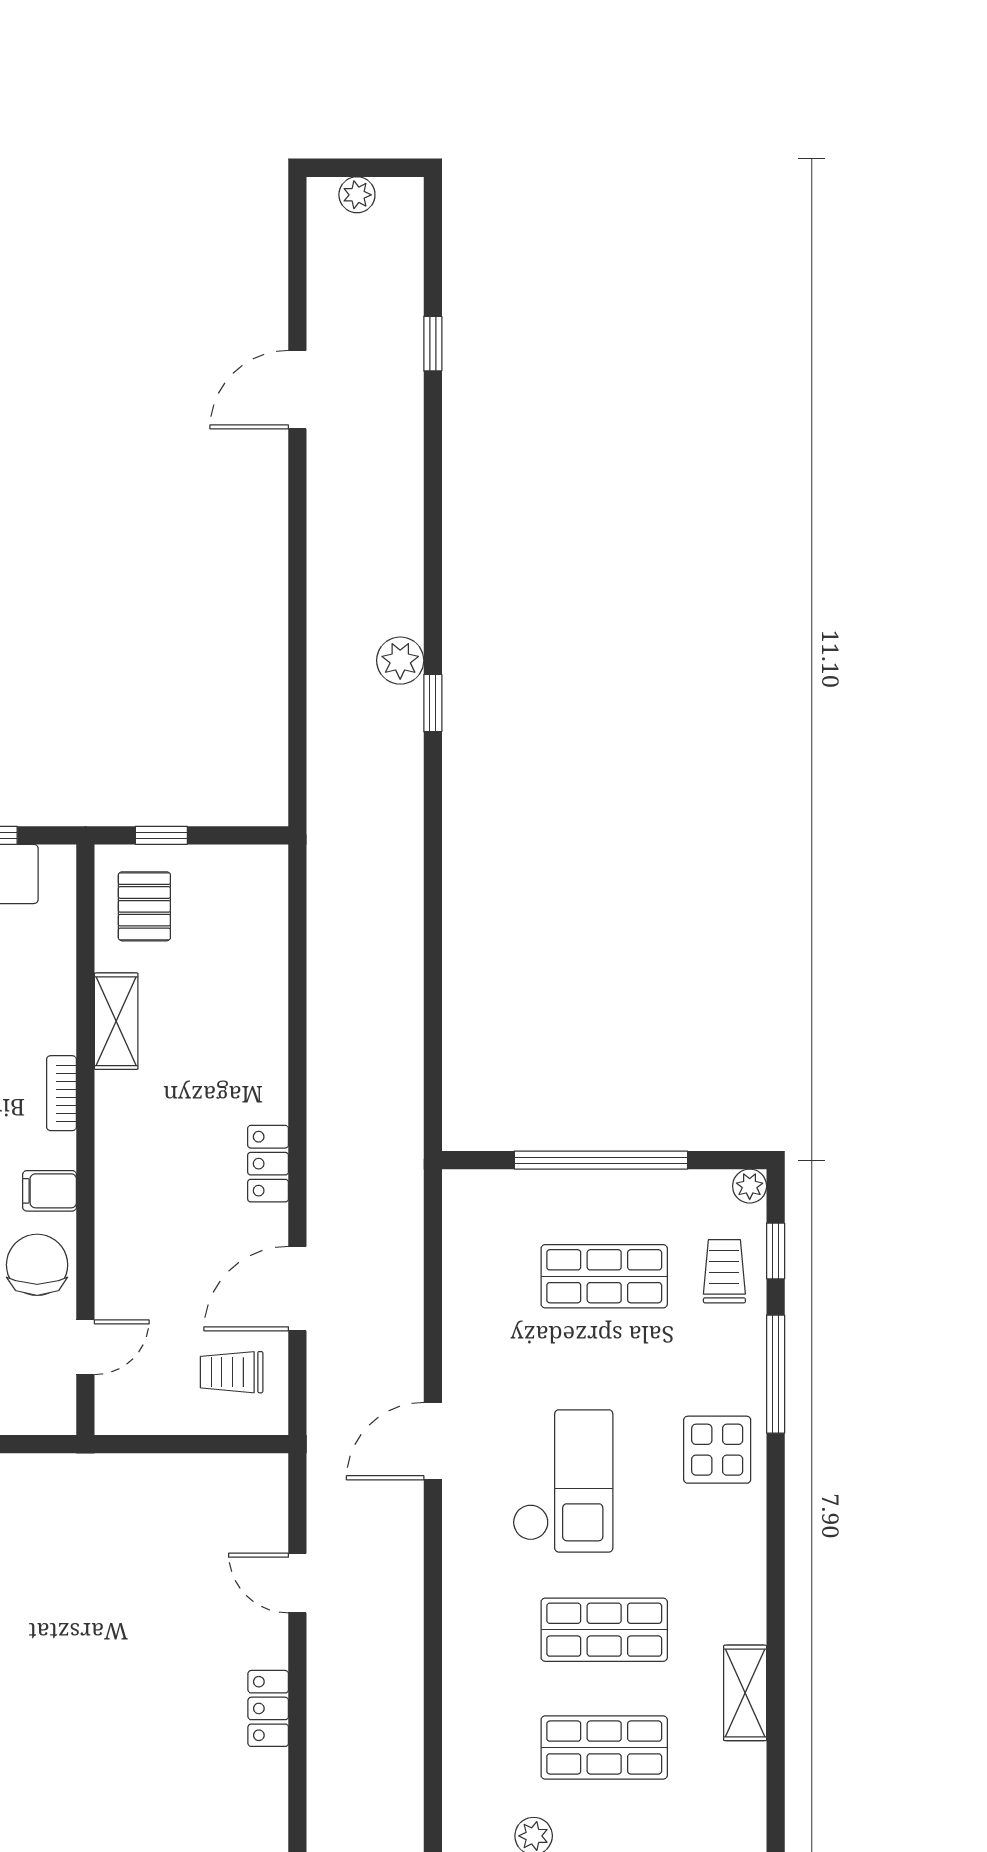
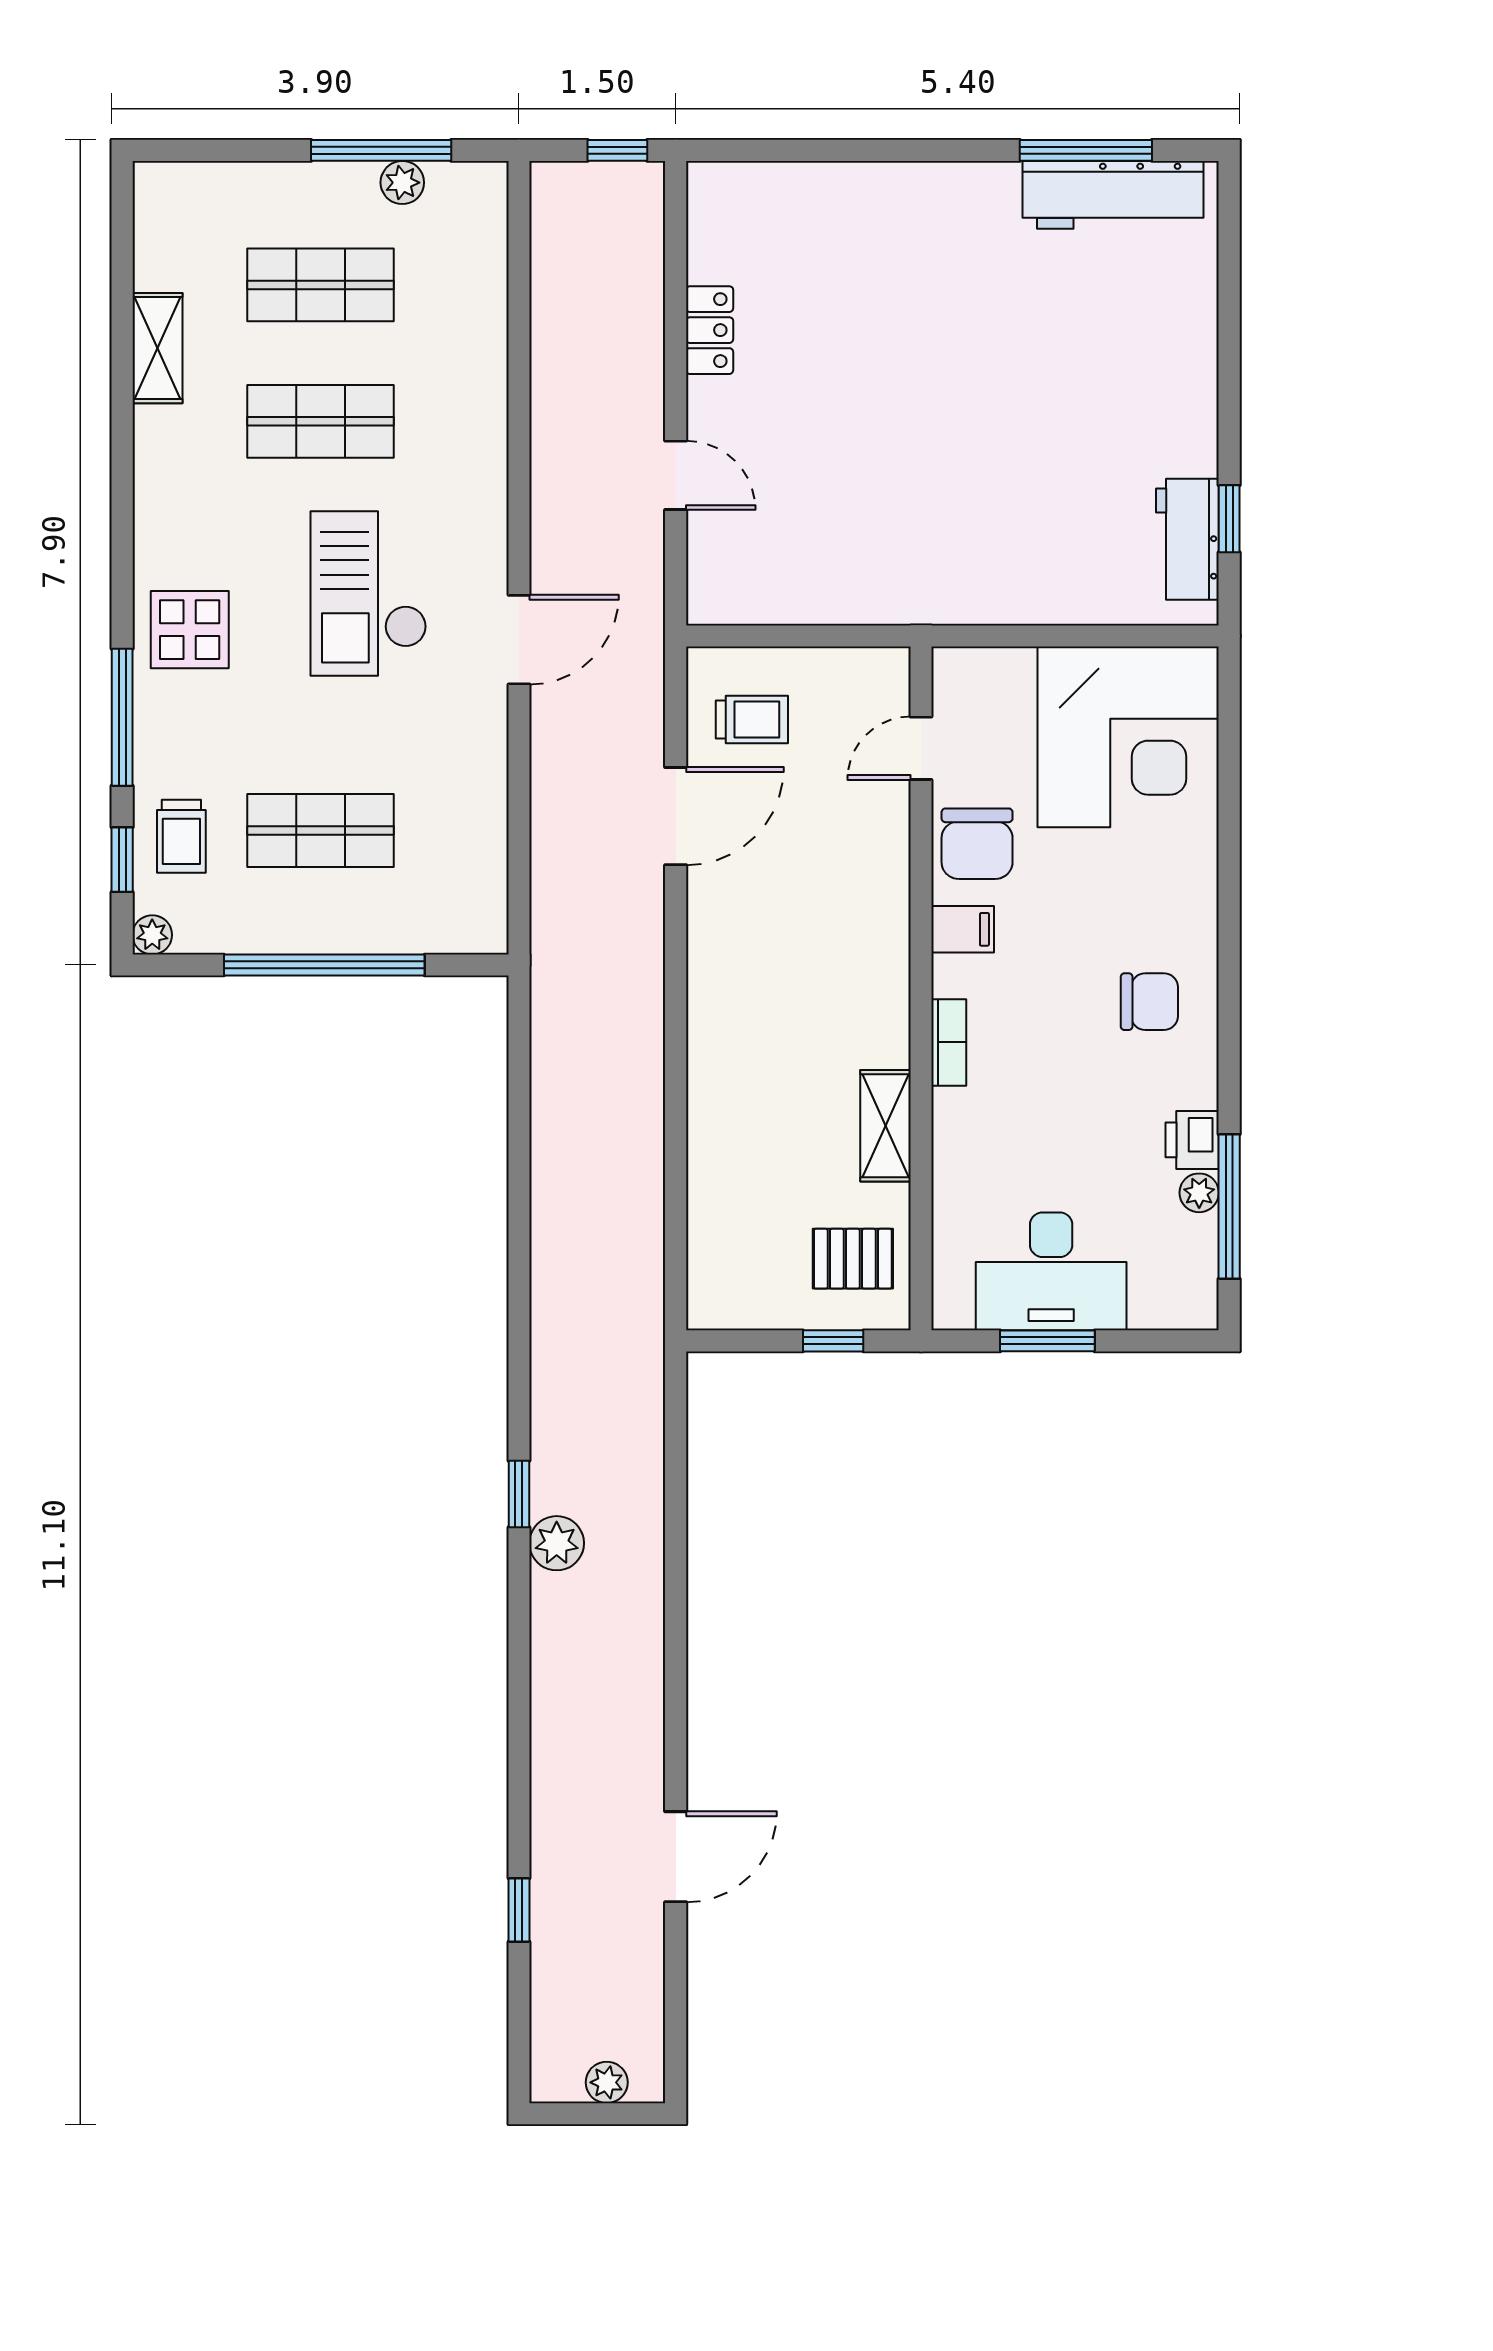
pallet: (144, 906) -> (853, 1259), turned 90
locker: (268, 1164) -> (710, 961), removed

